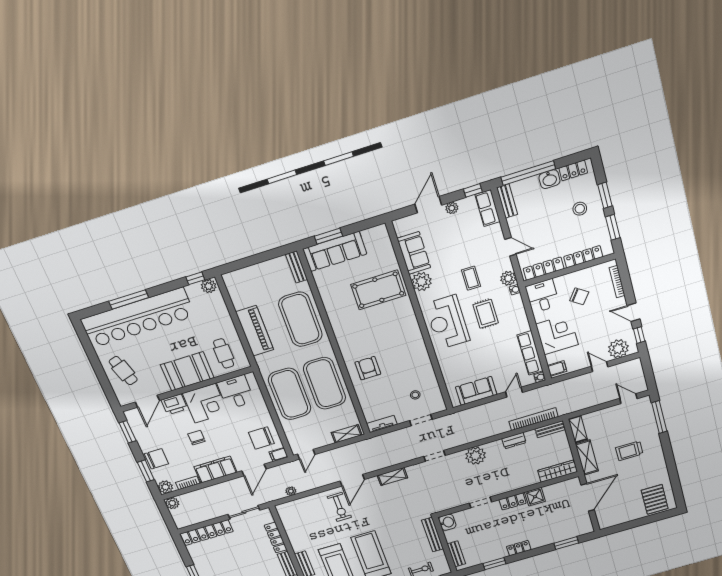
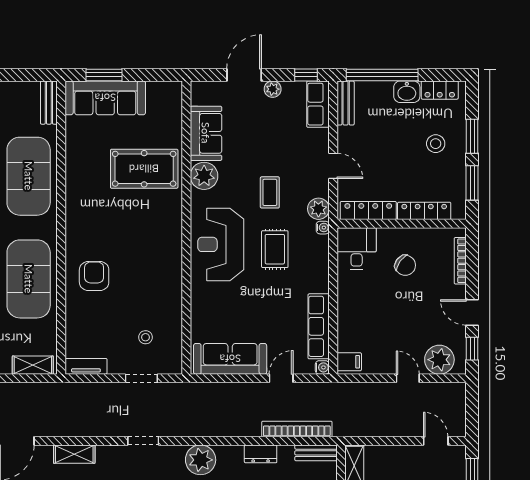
corner desk: (557, 334) -> (362, 311), removed
sofa: (476, 391) -> (230, 359), width x1.36

